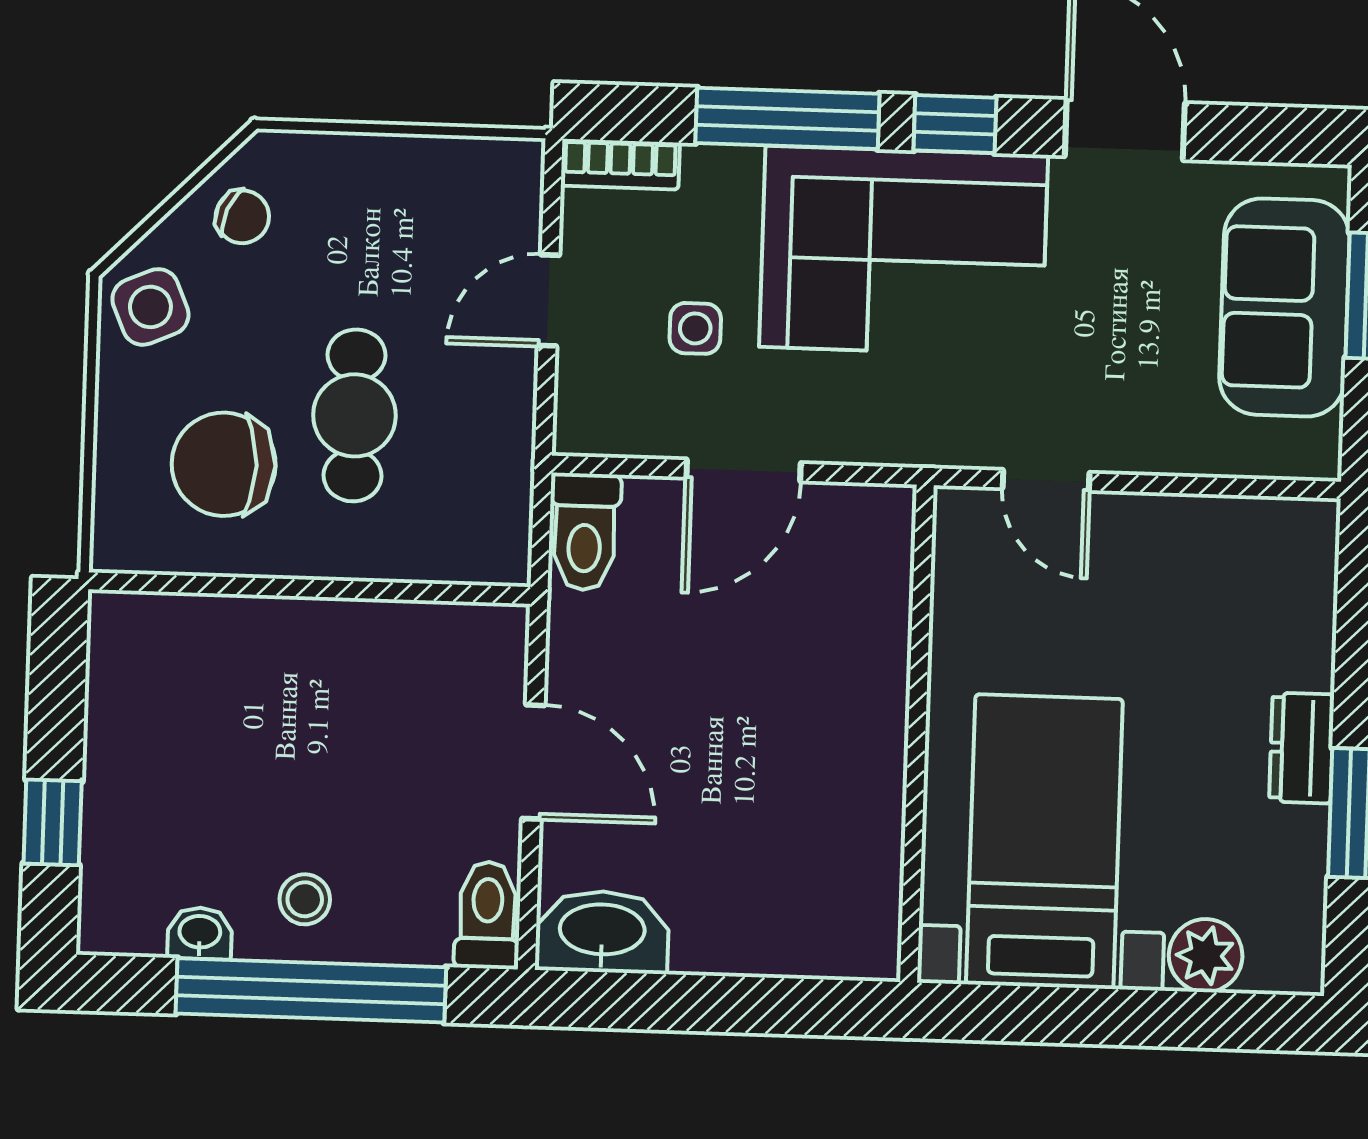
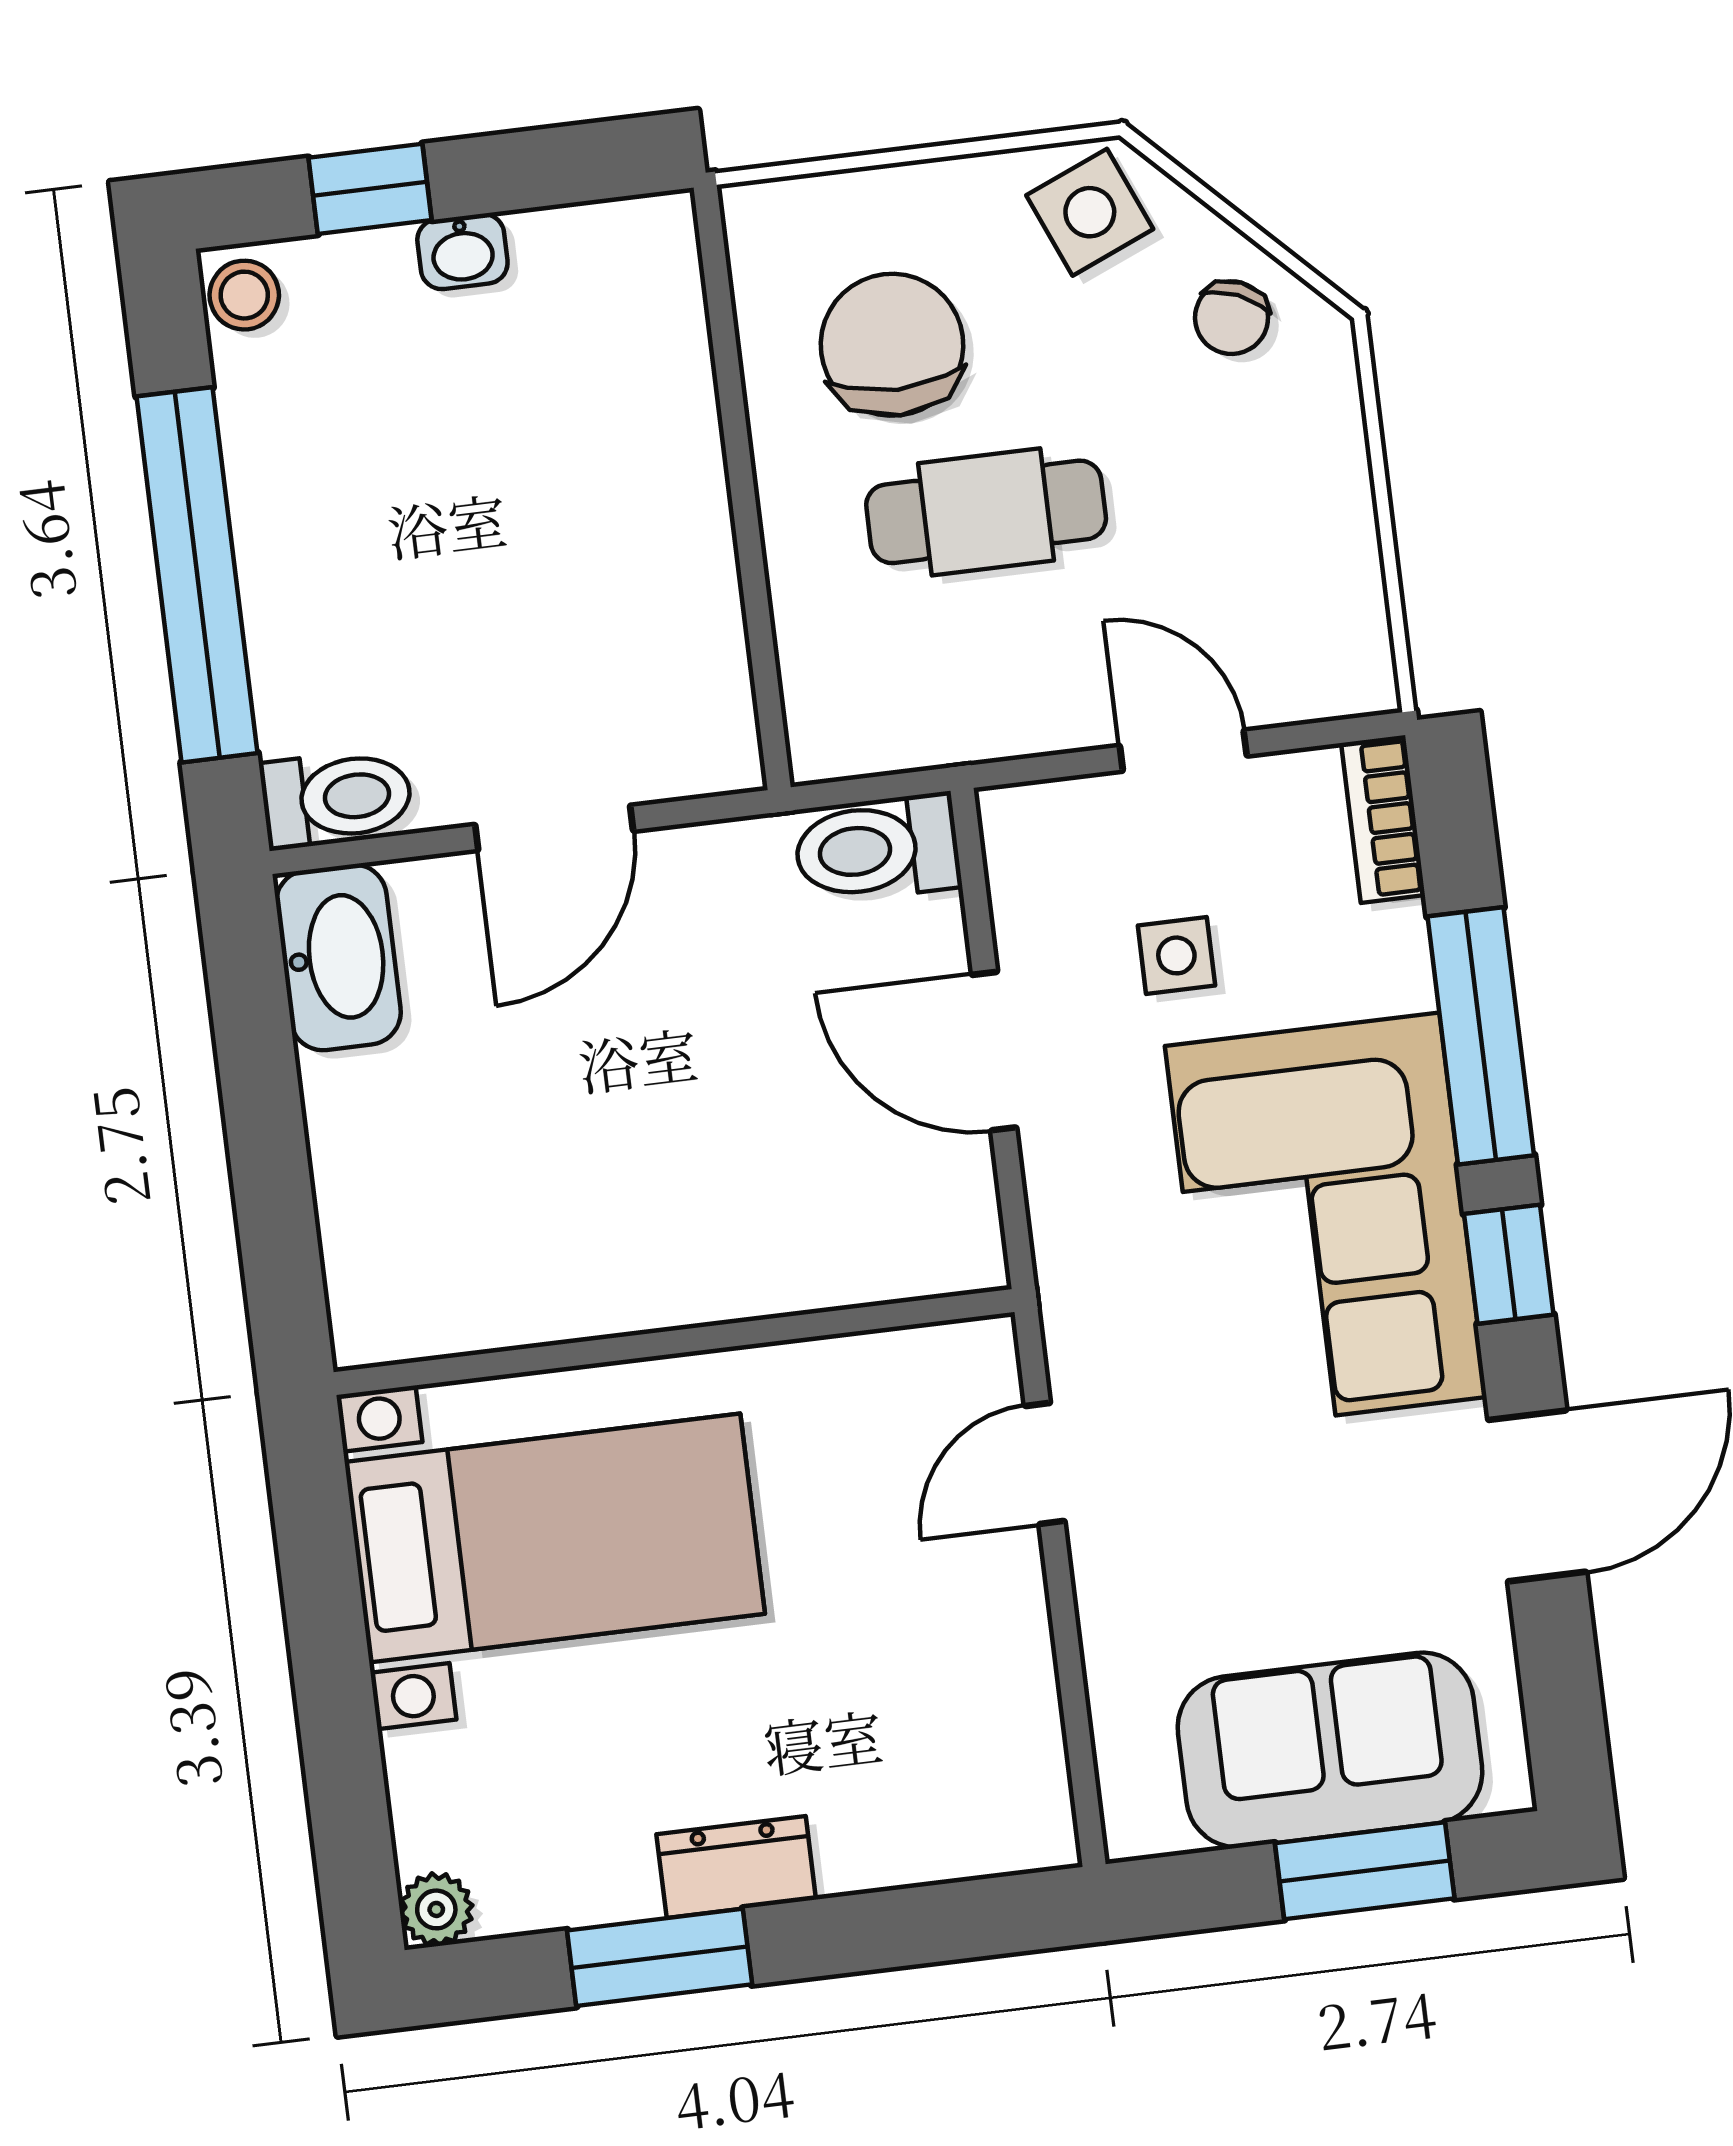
stool: (305, 899) -> (244, 295), moved
washbasin: (200, 933) -> (462, 251), moved, turned 90
plant: (1206, 956) -> (436, 1909), moved, width x0.73, depth x0.73

